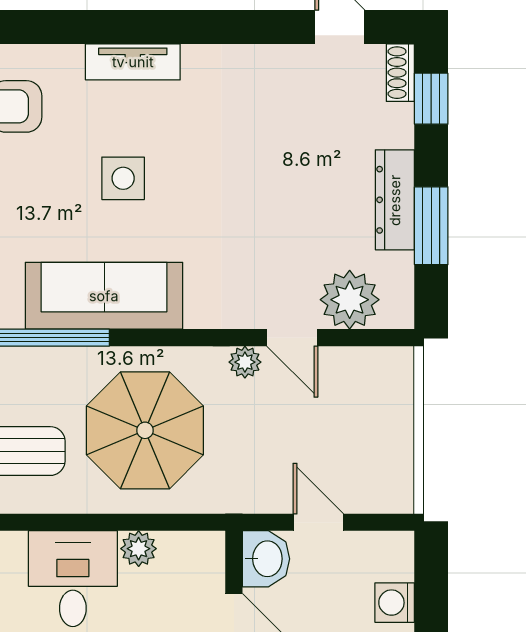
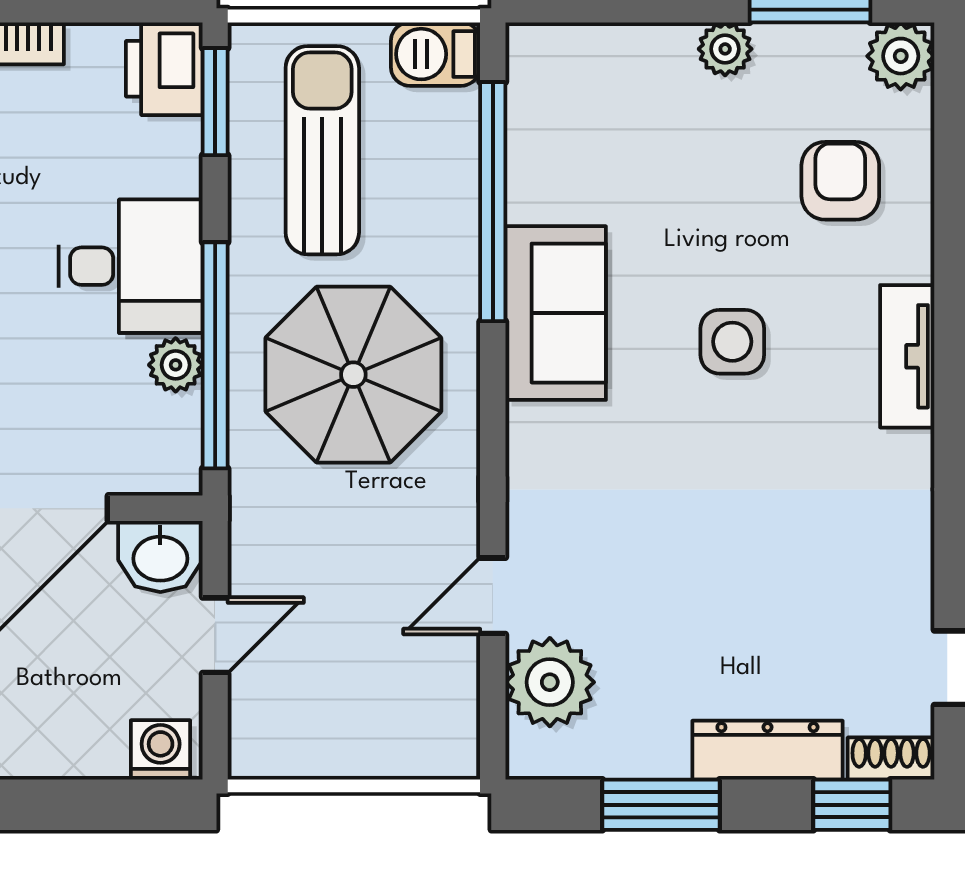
dresser: (395, 200) -> (767, 750), moved
sofa: (104, 296) -> (556, 313), width x0.73
plant: (245, 362) -> (456, 525), removed
window: (132, 522) -> (215, 355), added
washing machine: (395, 603) -> (161, 750), moved

